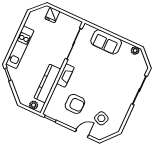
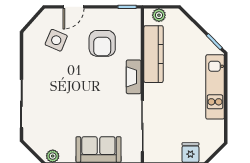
armchair: (75, 104) -> (102, 43), turned -90

